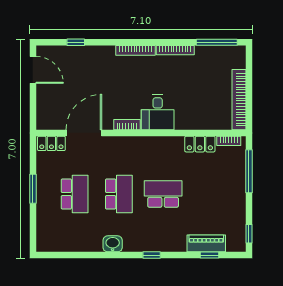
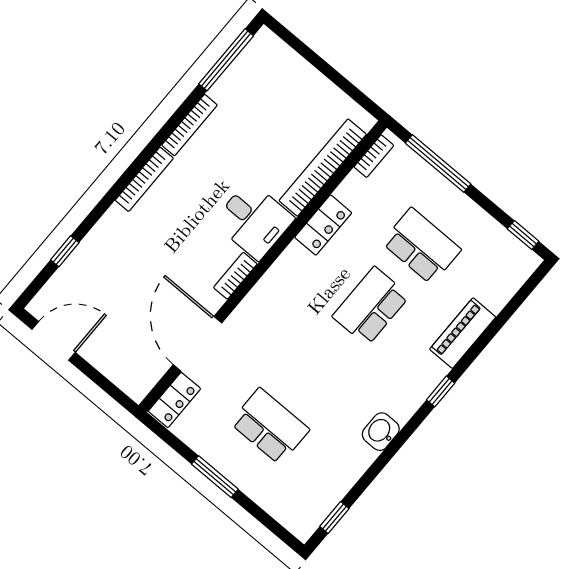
bookcase: (239, 100) -> (323, 168), moved, turned 90
locker: (200, 144) -> (323, 225), moved
school desk: (119, 194) -> (421, 246), moved
piano: (206, 243) -> (463, 333), moved
window: (209, 255) -> (334, 518), moved

